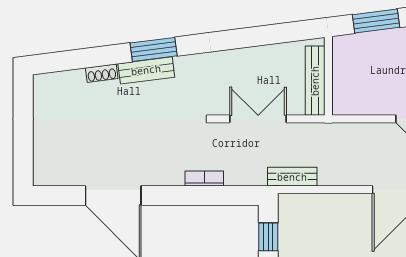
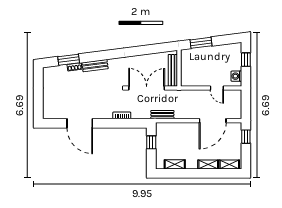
window: (154, 49) -> (69, 60), moved
double door: (258, 119) -> (147, 88), width x1.37

